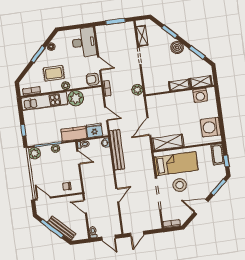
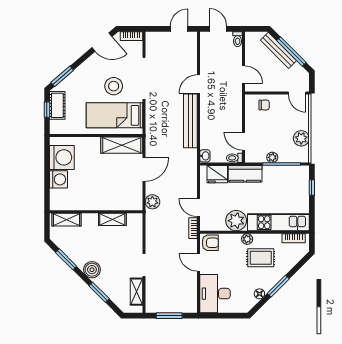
shelving: (179, 85) -> (112, 219), moved
plant: (137, 90) -> (152, 202), moved
washing machine: (200, 95) -> (58, 179), moved, turned 90
door: (106, 114) -> (198, 208), moved
bench: (117, 150) -> (190, 121), moved
plant: (34, 153) -> (301, 138), moved
cot: (218, 154) -> (57, 105), moved
door: (201, 207) -> (102, 42), moved

